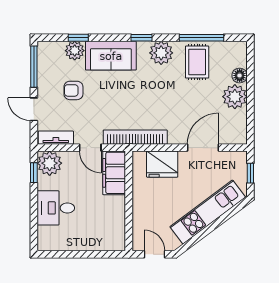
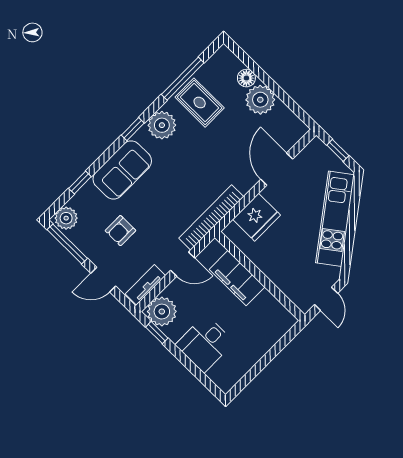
plant: (75, 51) -> (66, 218), moved
filing cabinet: (114, 173) -> (237, 278), moved
door: (154, 254) -> (326, 299), swing flipped

